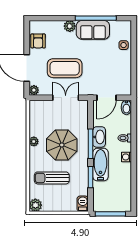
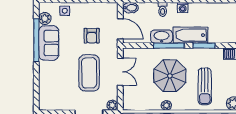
plant: (70, 26) -> (45, 19), moved
armchair: (38, 41) -> (92, 36), moved, turned 90
double door: (66, 98) -> (120, 72), swing flipped

